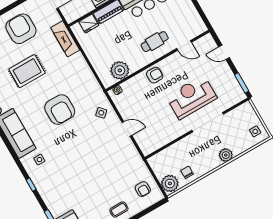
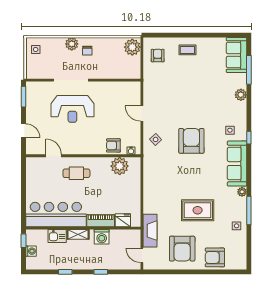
fireplace: (65, 39) -> (150, 231), moved
armchair: (155, 75) -> (113, 145), moved
armchair: (60, 110) -> (191, 141), moved
chair: (187, 172) -> (87, 51), moved
window: (31, 185) -> (249, 138), moved
plant: (48, 197) -> (241, 95), added

